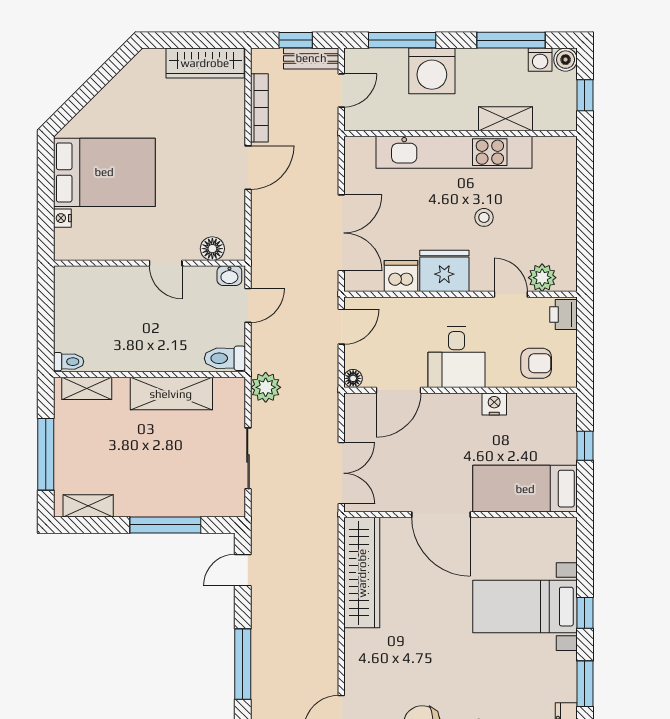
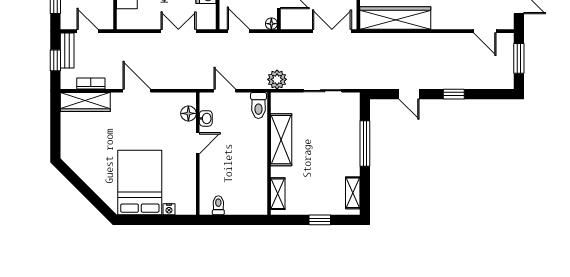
wardrobe: (205, 63) -> (85, 102), moved, turned 90
bookcase: (259, 108) -> (91, 83), width x0.64
double door: (341, 233) -> (178, 31), width x0.73
washbasin: (229, 276) -> (206, 118), moved
toilet: (69, 362) -> (218, 205), moved
window: (46, 454) -> (320, 220), width x0.46
door: (243, 570) -> (409, 94), moved
window: (243, 664) -> (454, 94), width x0.46

